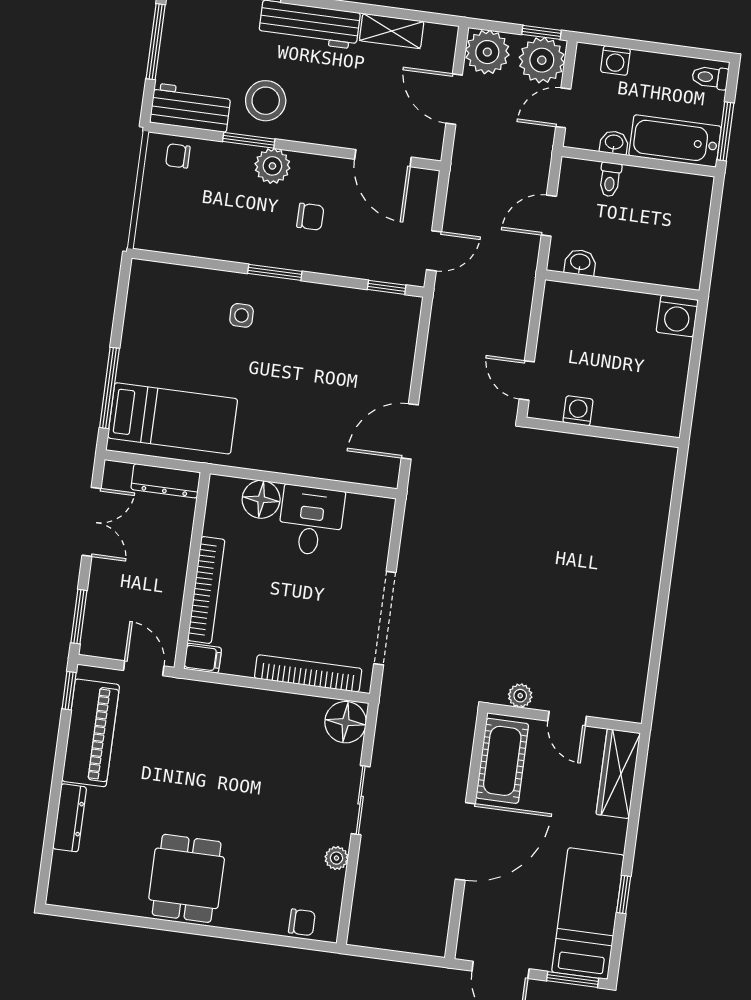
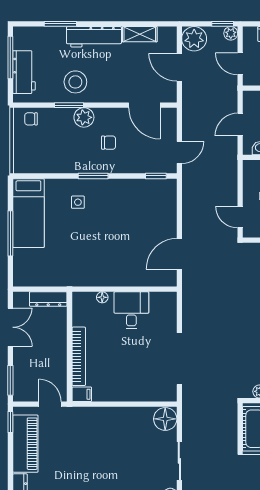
plant: (542, 60) -> (231, 33), width x0.53, depth x0.53
workbench: (190, 108) -> (24, 72), moved, turned 90
door: (563, 108) -> (240, 64), hinge flipped
window: (109, 388) -> (10, 233), moved
bed: (173, 418) -> (28, 213), moved, turned 90
floor lamp: (261, 499) -> (102, 297), width x0.53, depth x0.53
bookcase: (308, 673) -> (141, 395), removed

